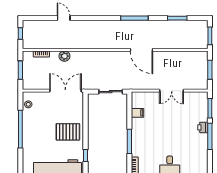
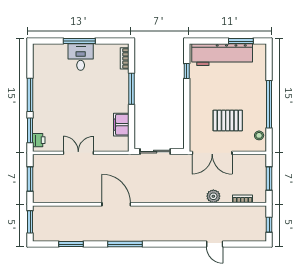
filing cabinet: (137, 113) -> (121, 125), width x2.00
printer: (203, 127) -> (39, 140), moved
pallet: (68, 132) -> (228, 121), moved

